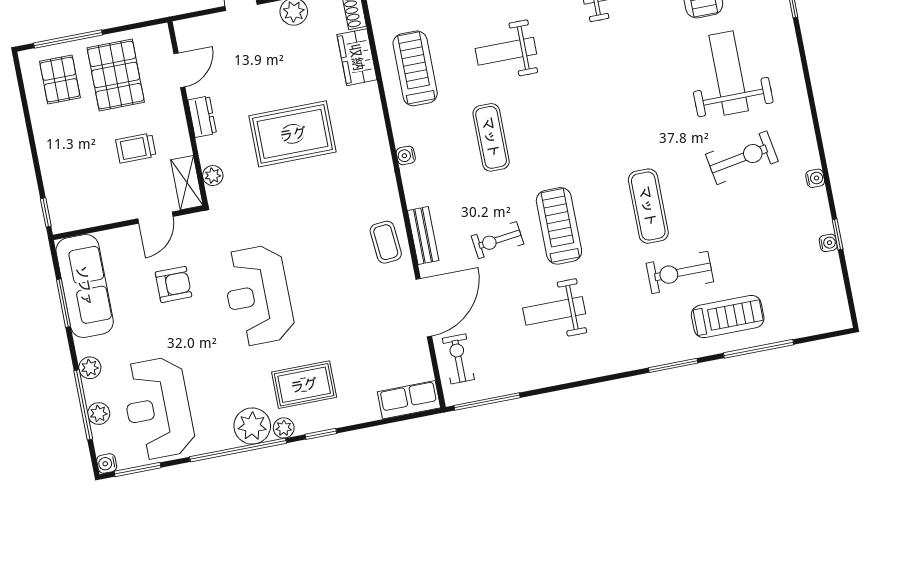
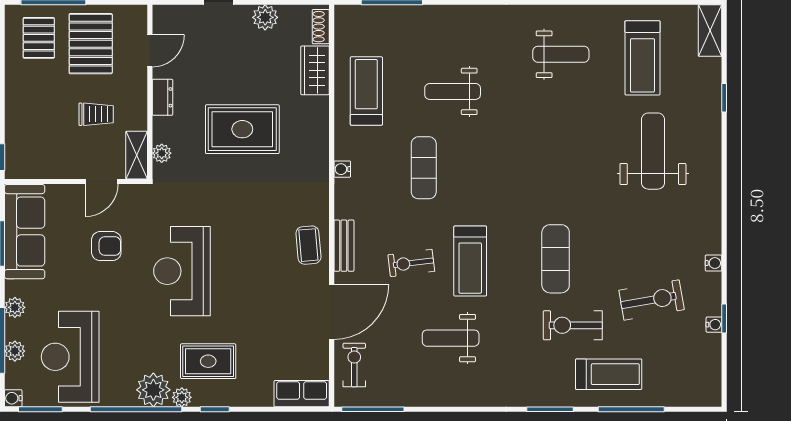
trolley: (136, 148) -> (96, 114), turned 180
exercise bike: (742, 158) -> (652, 300), moved
treadmill: (559, 226) -> (470, 261), turned 180

